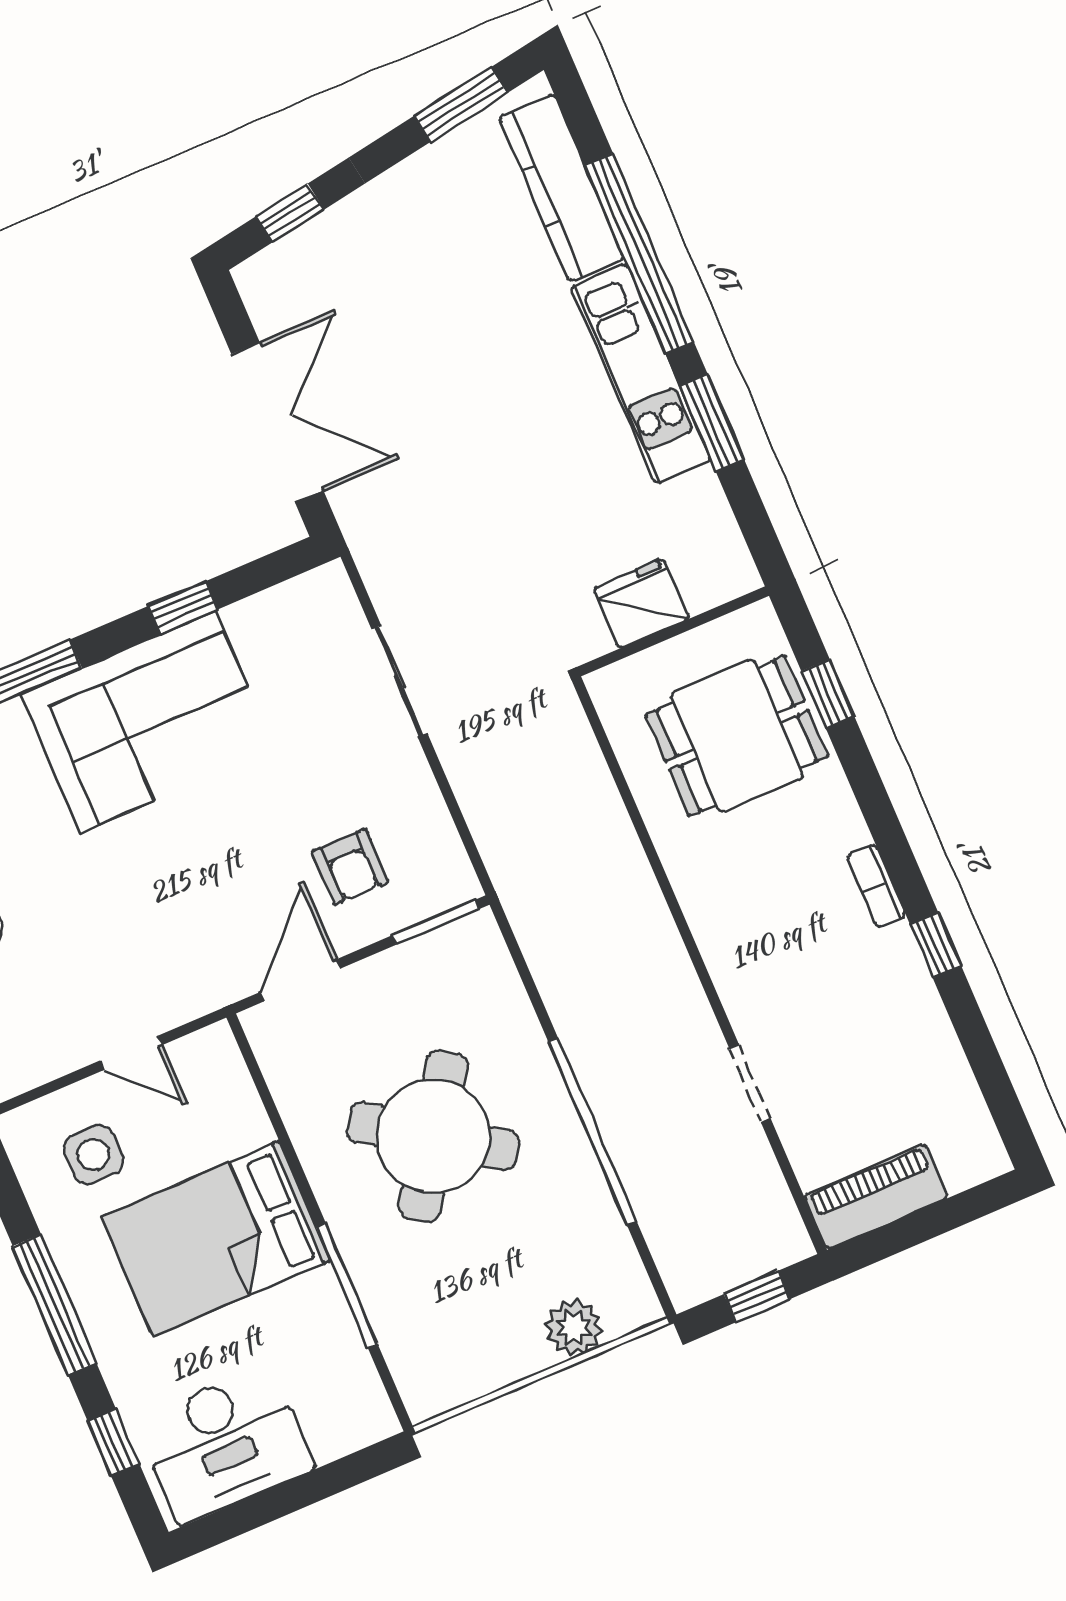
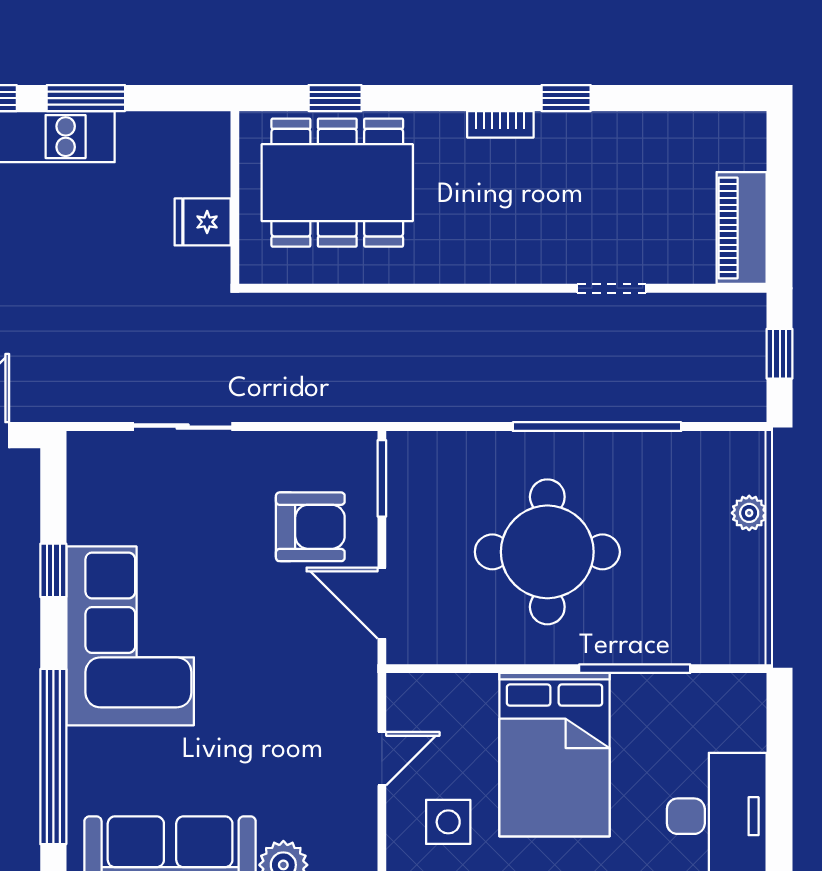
fridge: (641, 603) -> (203, 222), width x0.72
dining table: (737, 736) -> (337, 183), width x1.38
armchair: (350, 867) -> (310, 527), width x1.38, depth x1.38
round table: (433, 1136) -> (547, 552), turned -34
plant: (574, 1328) -> (749, 513), width x0.73, depth x0.73

